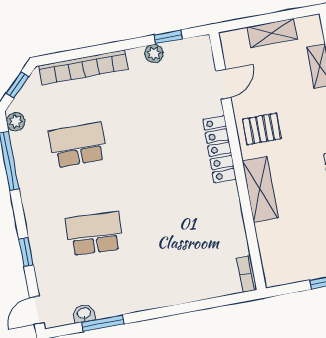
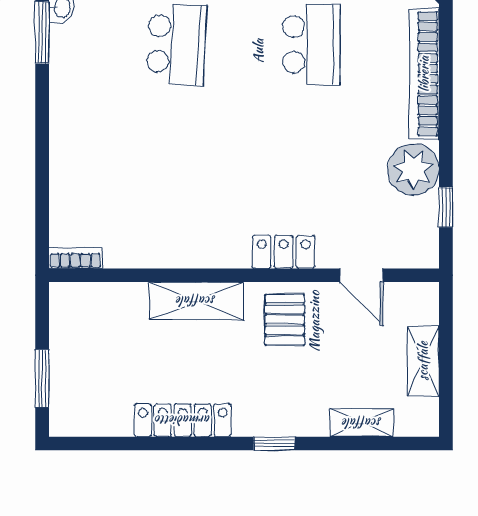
plant: (154, 54) -> (413, 169), width x1.87, depth x1.87
locker: (219, 149) -> (284, 252), width x0.66

